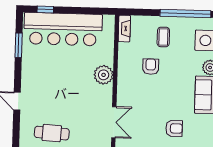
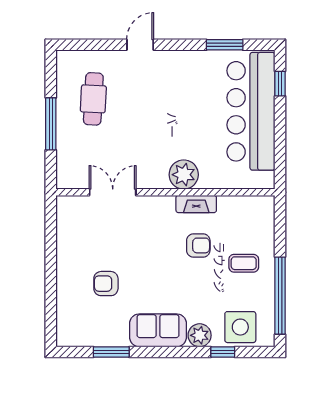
fireplace: (124, 29) -> (196, 204), moved
double door: (114, 122) -> (113, 192), swing flipped
armchair: (174, 128) -> (106, 284), turned 90

